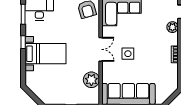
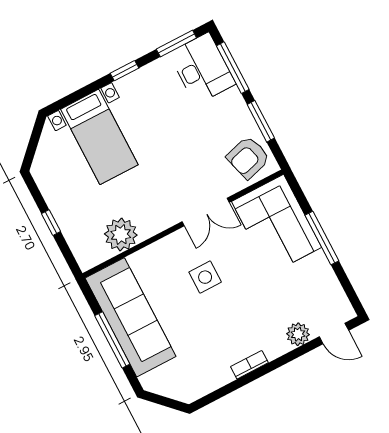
double door: (101, 49) -> (206, 212), moved
bed with nightstands: (46, 54) -> (99, 137), moved

